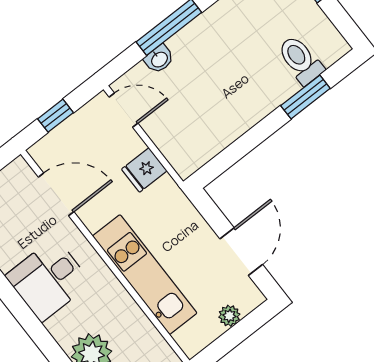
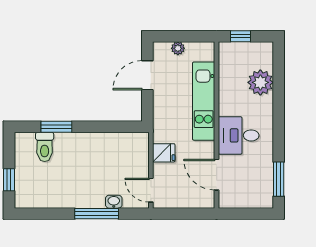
window: (56, 116) -> (186, 214), removed
desk: (48, 279) -> (239, 135), moved, turned 180

